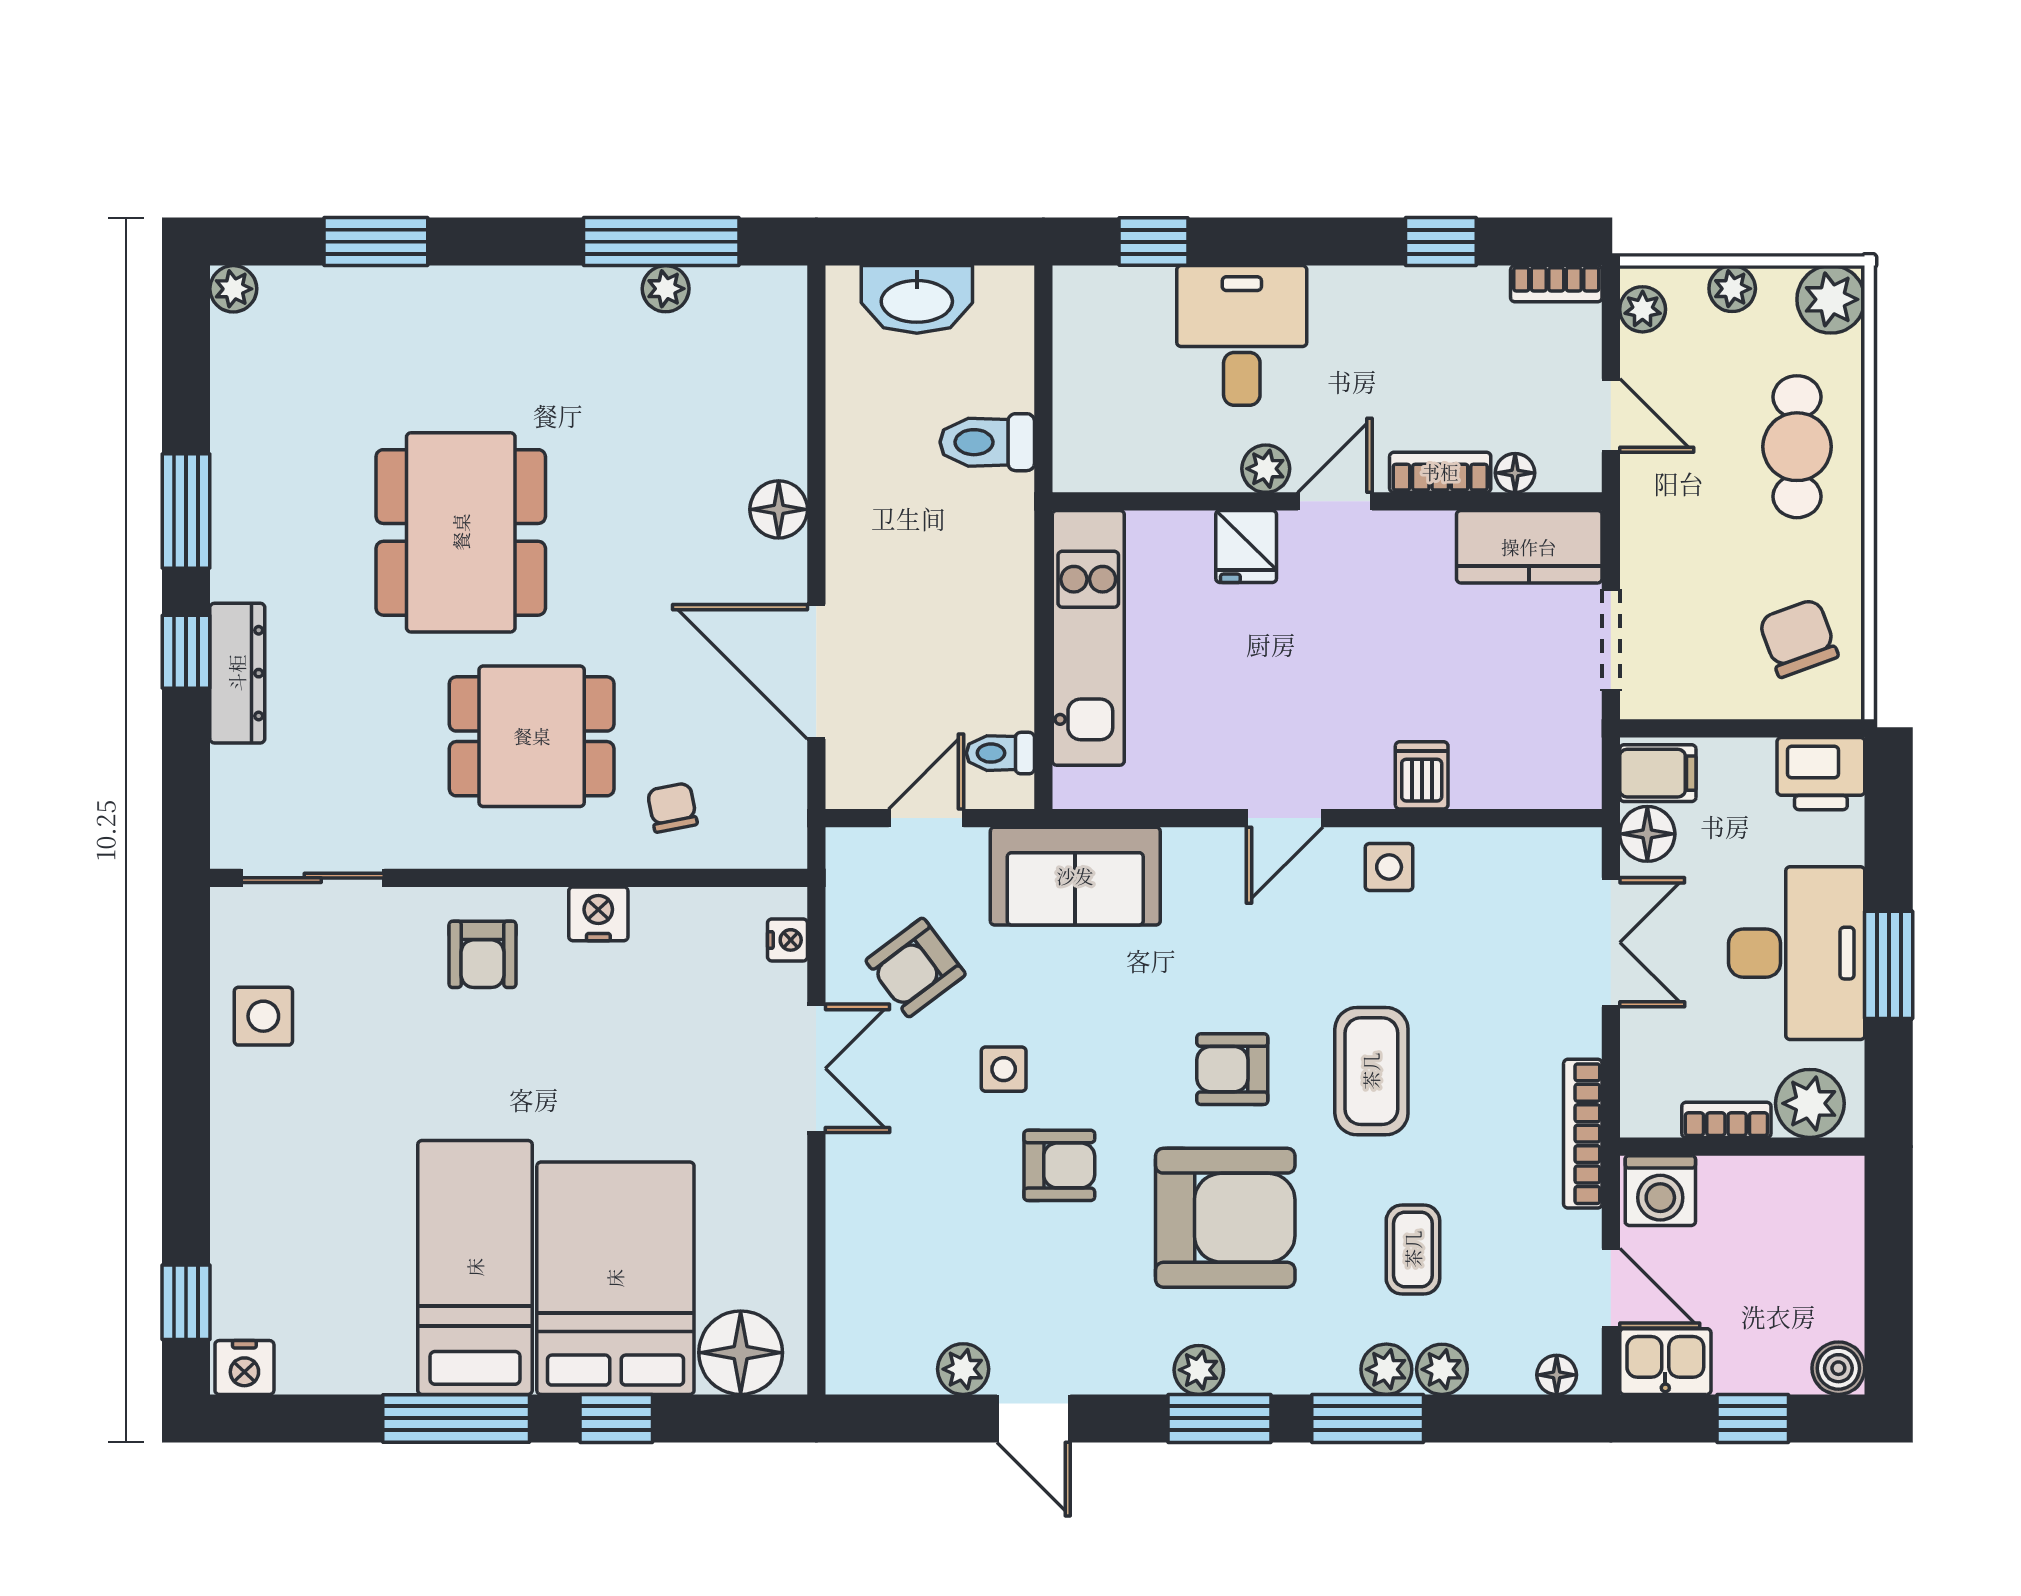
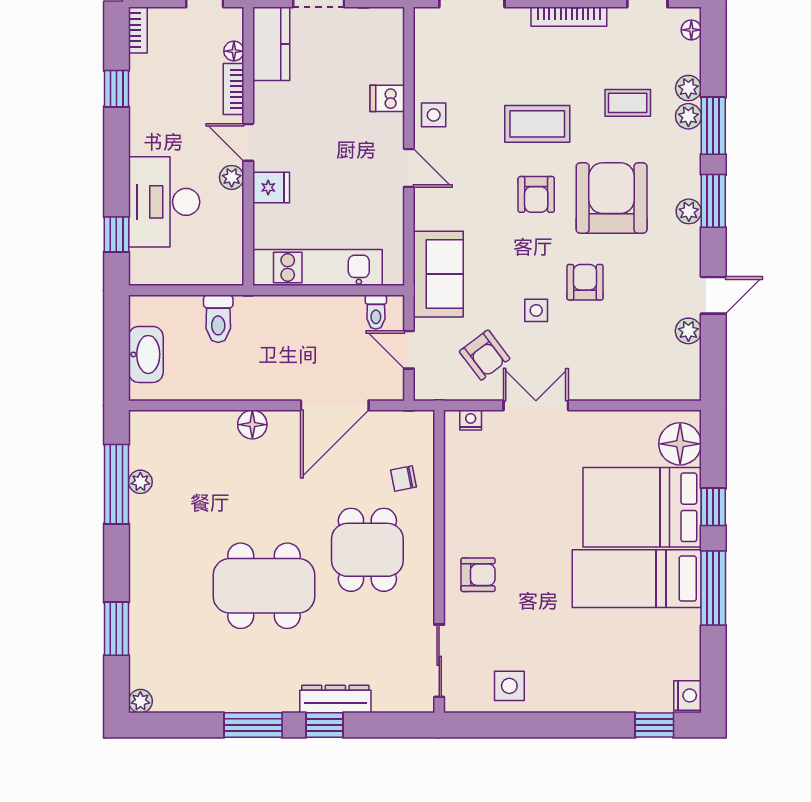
desk: (1242, 335) -> (164, 202), width x1.37
nightstand: (598, 914) -> (457, 516), removed

